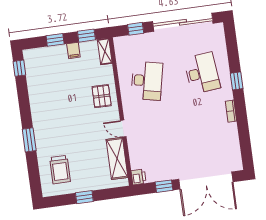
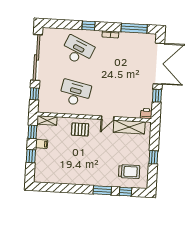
window: (19, 68) -> (125, 192), moved
desk: (202, 73) -> (78, 51), turned 30
window: (245, 140) -> (134, 28), added

